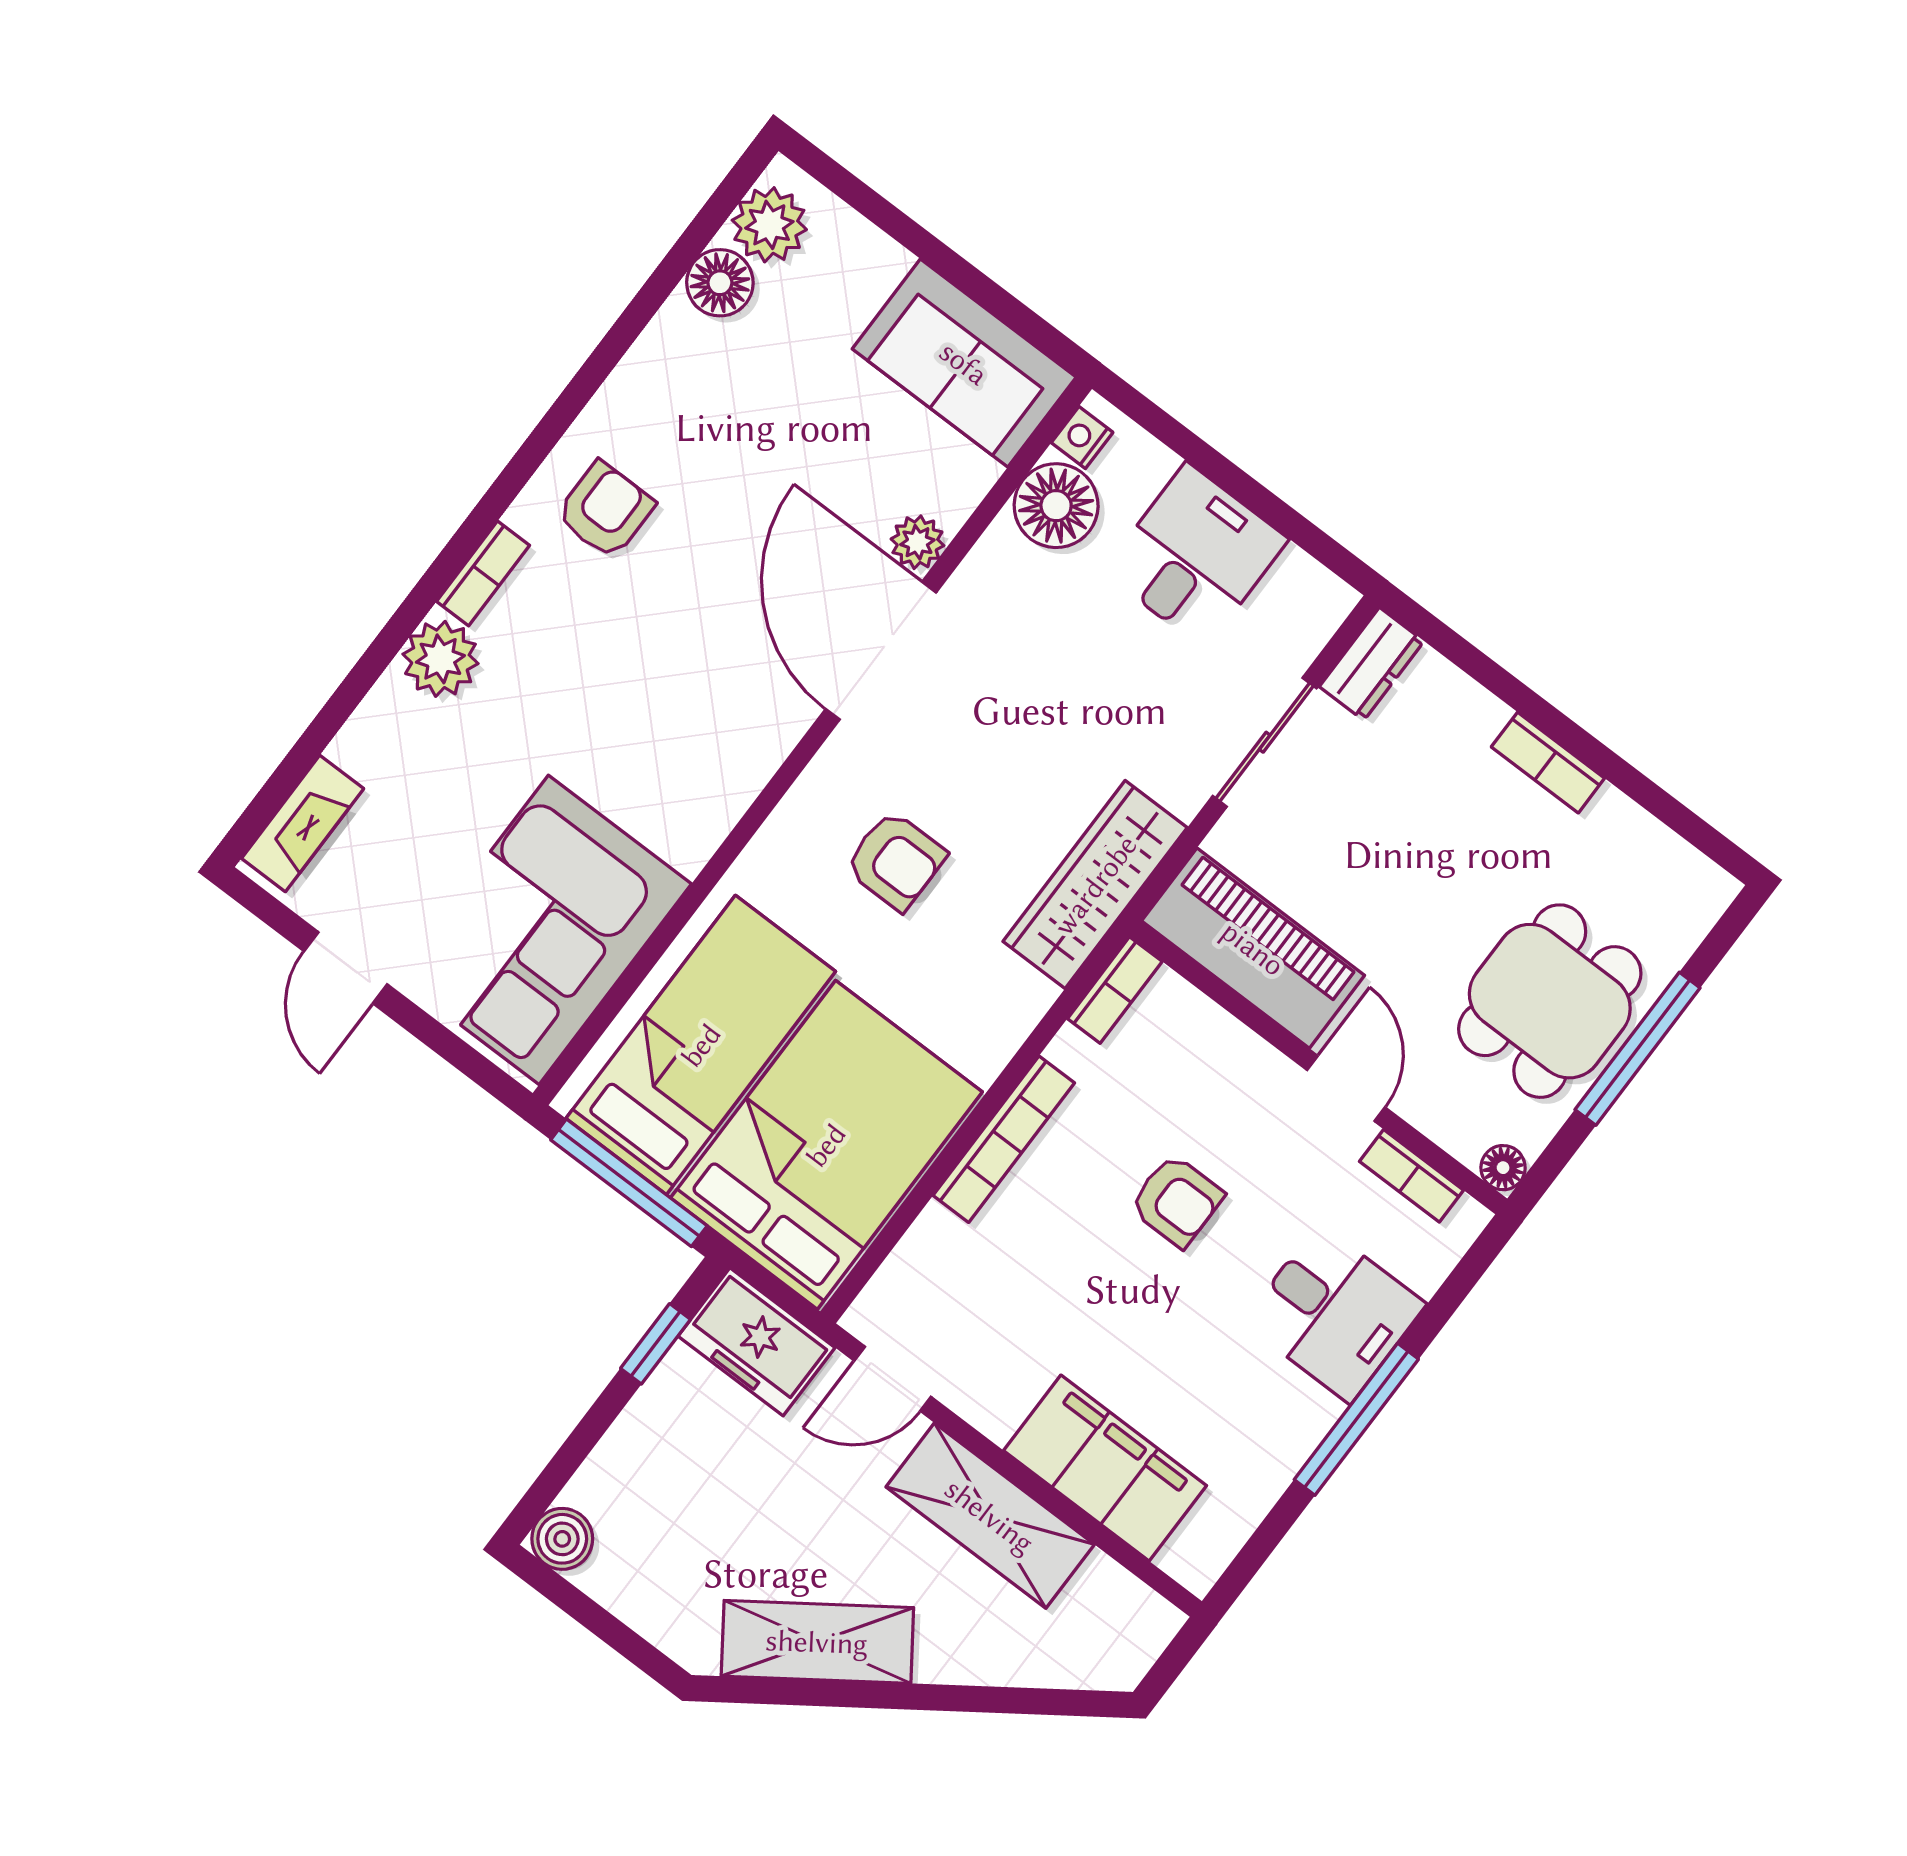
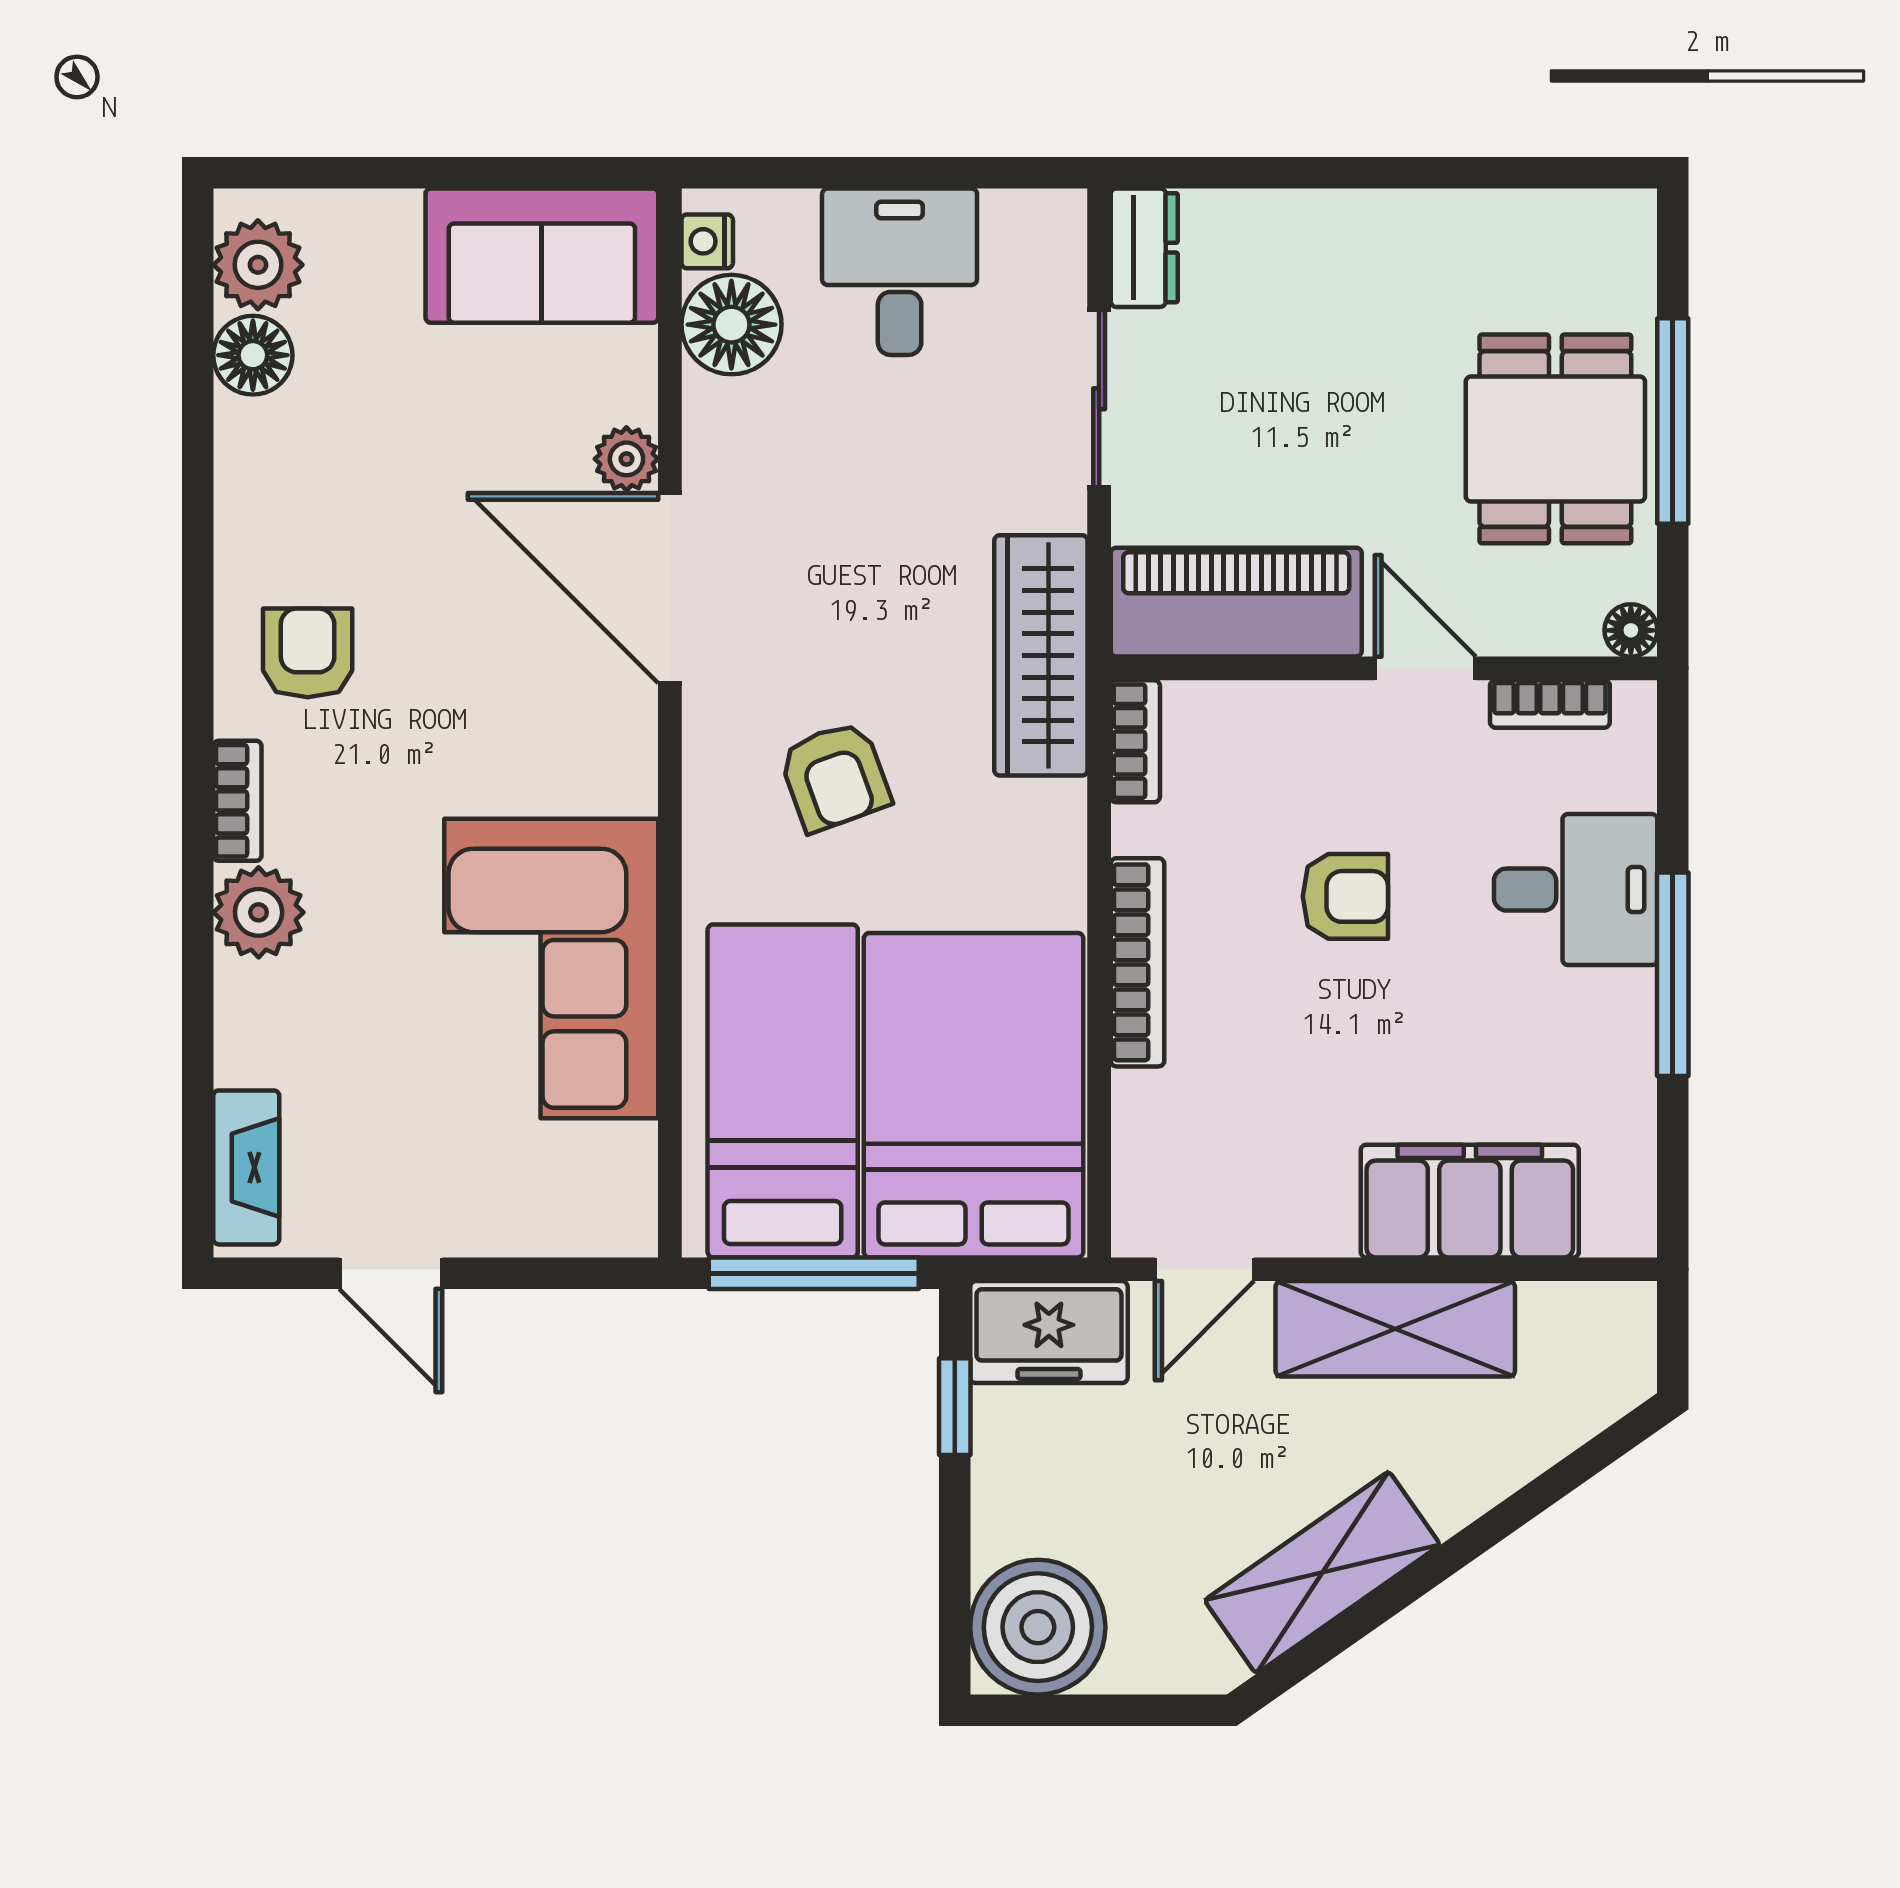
bookcase: (1548, 763) -> (1382, 214), removed
armchair: (896, 861) -> (835, 776), turned 70
corner sofa: (544, 930) -> (551, 968), moved
boiler: (562, 1539) -> (1038, 1627), width x1.86, depth x1.86

